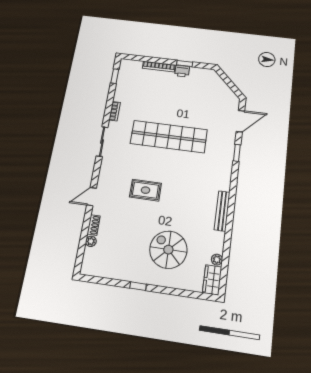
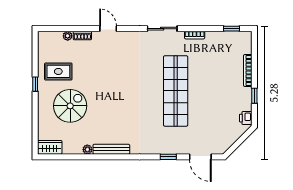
printer: (182, 71) -> (246, 118), moved
rug: (146, 190) -> (58, 71), moved, turned 90
plant: (217, 260) -> (87, 150), moved

